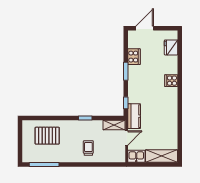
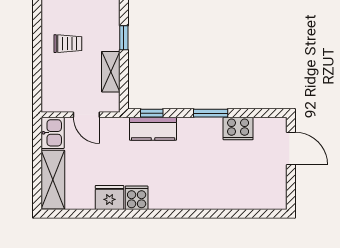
fridge: (171, 47) -> (110, 198), moved
cooker: (171, 81) -> (137, 198), moved
kitchen counter: (134, 116) -> (153, 129), moved
shelving: (114, 125) -> (111, 72), moved

